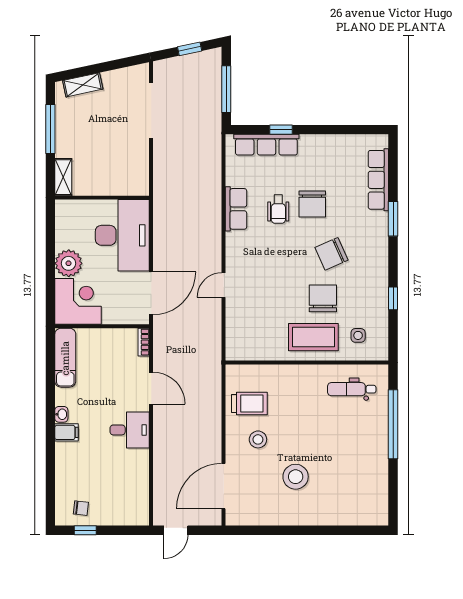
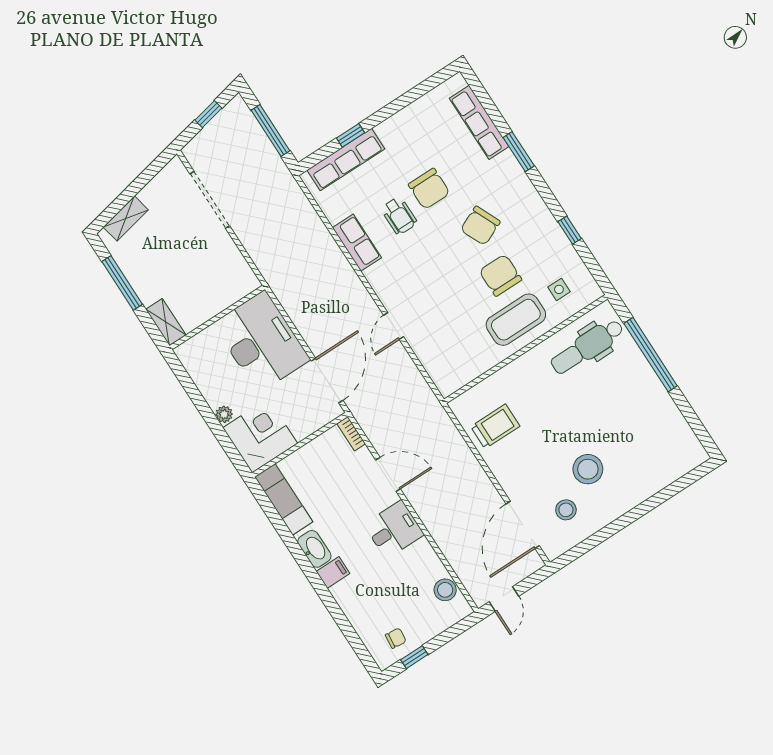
plant: (69, 263) -> (224, 414), width x0.53, depth x0.53
dental chair: (352, 389) -> (587, 347), width x1.36, depth x1.38
washbasin: (61, 414) -> (314, 549), width x1.91, depth x1.45
stool: (258, 439) -> (566, 510), moved
stool: (138, 497) -> (445, 590), added

